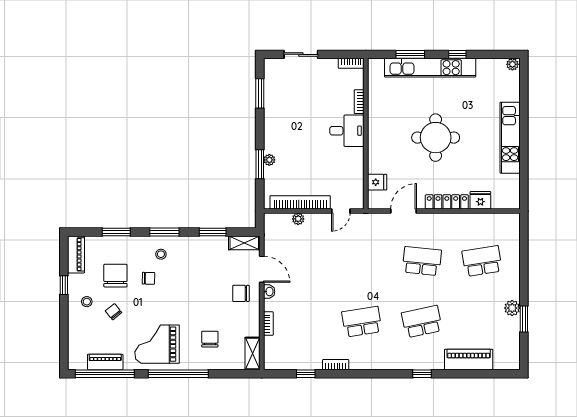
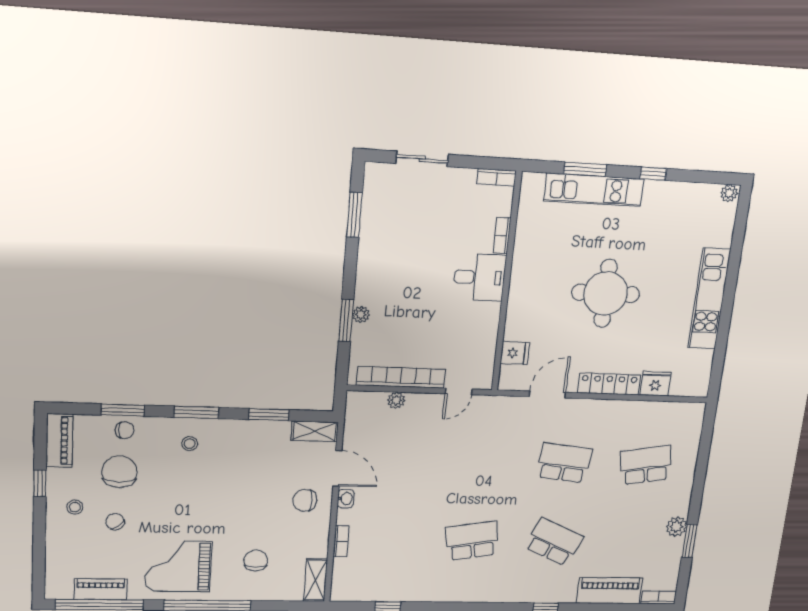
kitchen unit: (430, 68) -> (594, 190), width x0.73
chair: (148, 278) -> (125, 430), moved
school desk: (422, 322) -> (554, 542), turned 36
bookcase: (336, 365) -> (658, 597), moved

